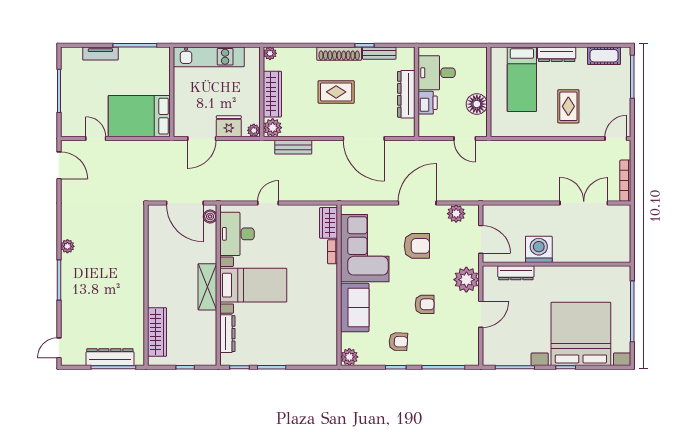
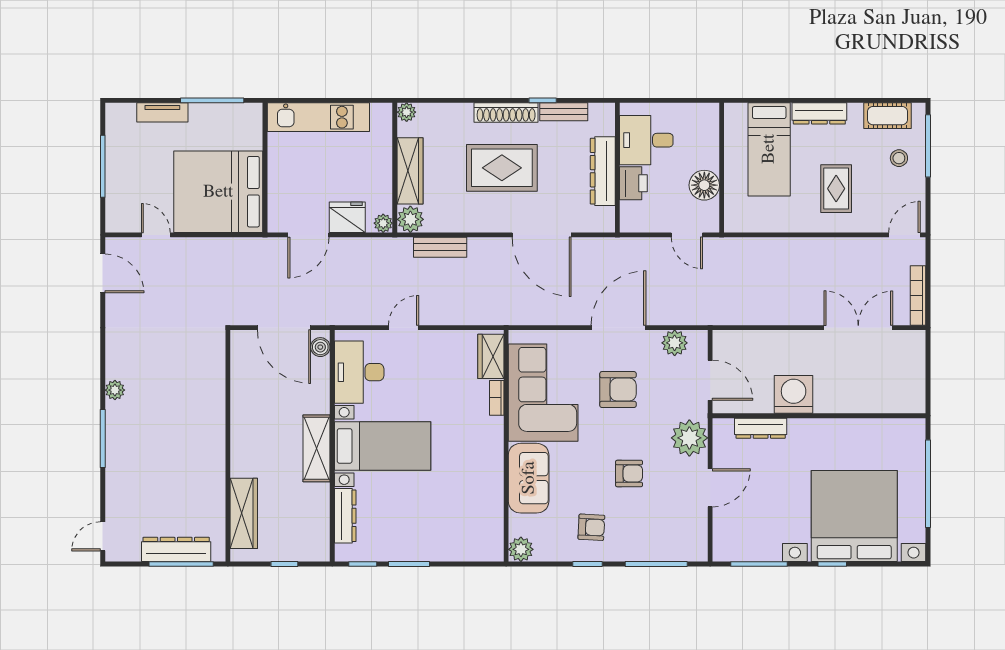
stool: (612, 85) -> (899, 158), added
rug: (336, 92) -> (502, 168), width x1.36, depth x1.43
bed: (139, 116) -> (218, 192), width x1.36

